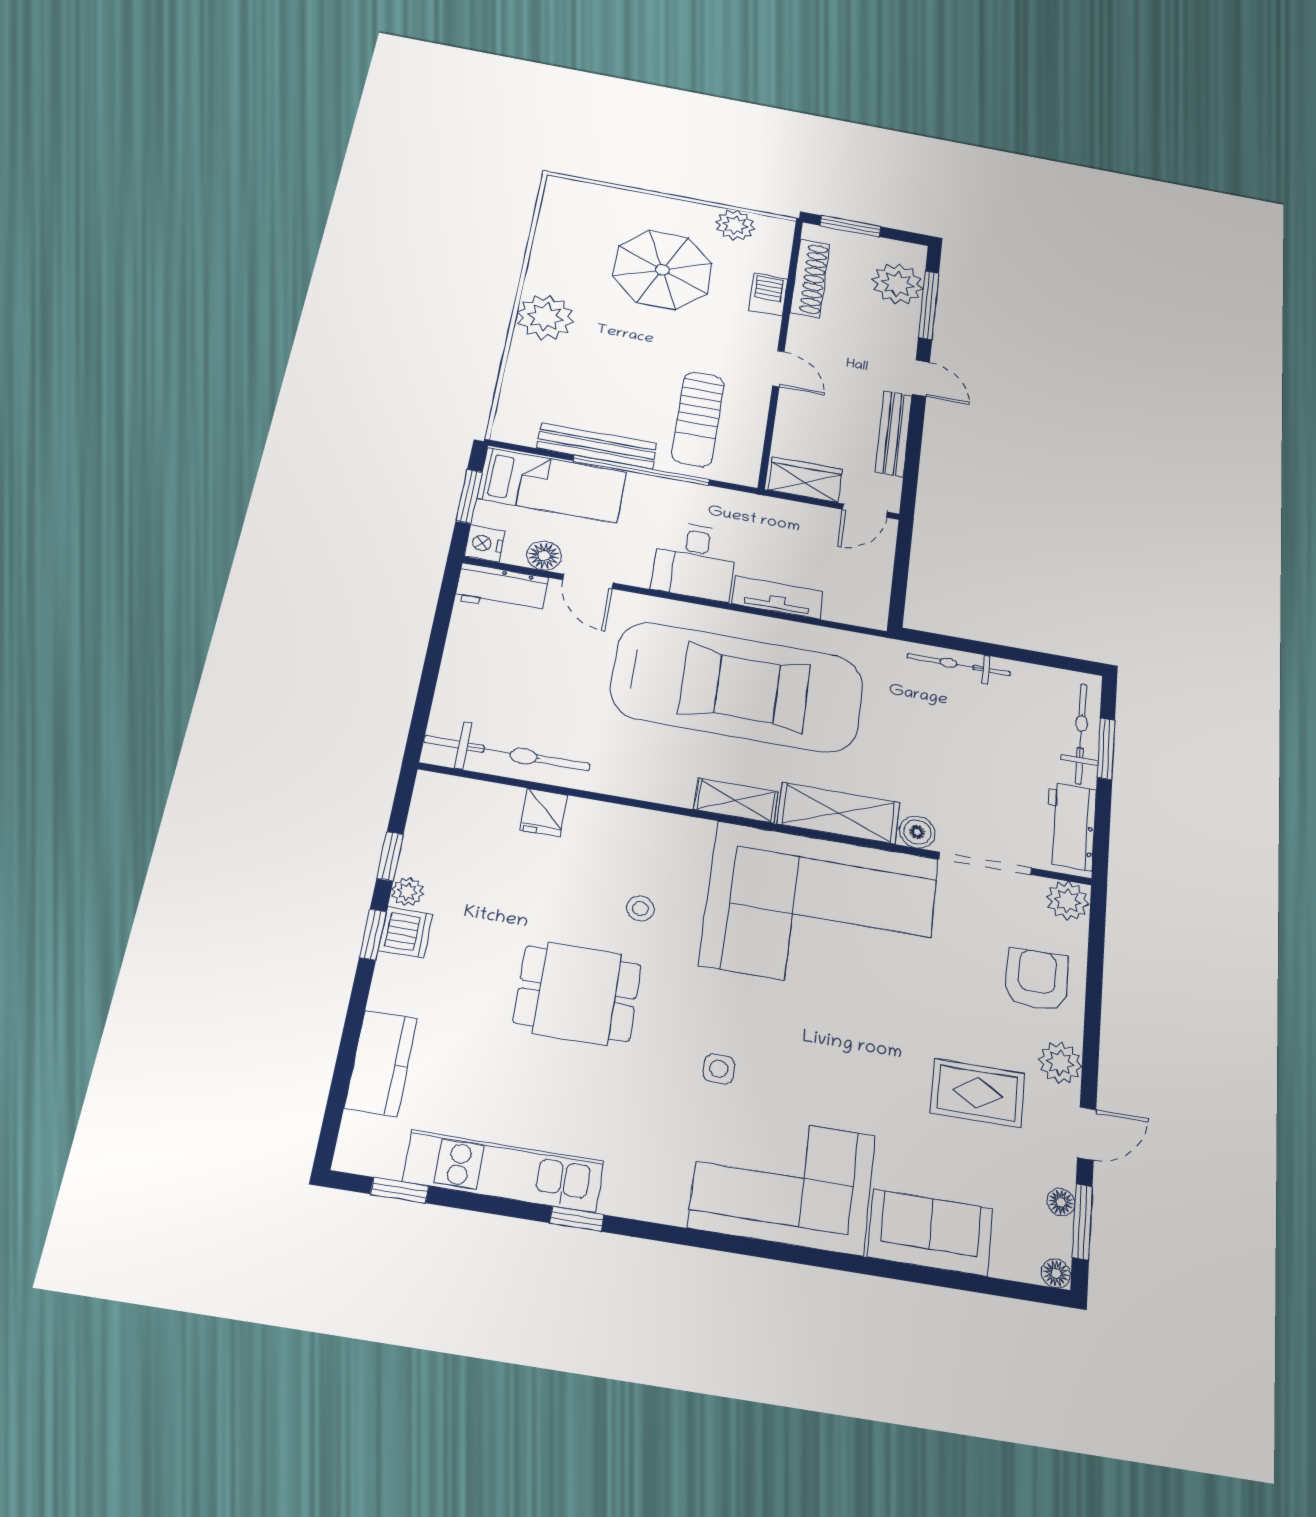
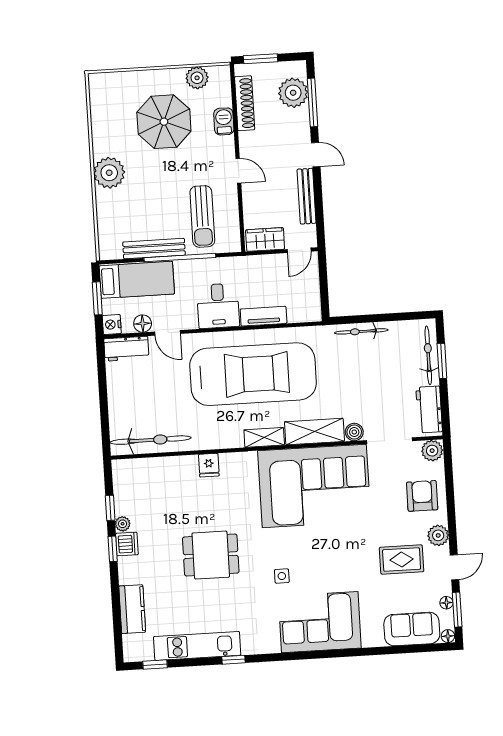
fridge: (544, 812) -> (209, 465), moved
stool: (640, 908) -> (230, 506), removed
sofa: (930, 1233) -> (412, 629), moved

